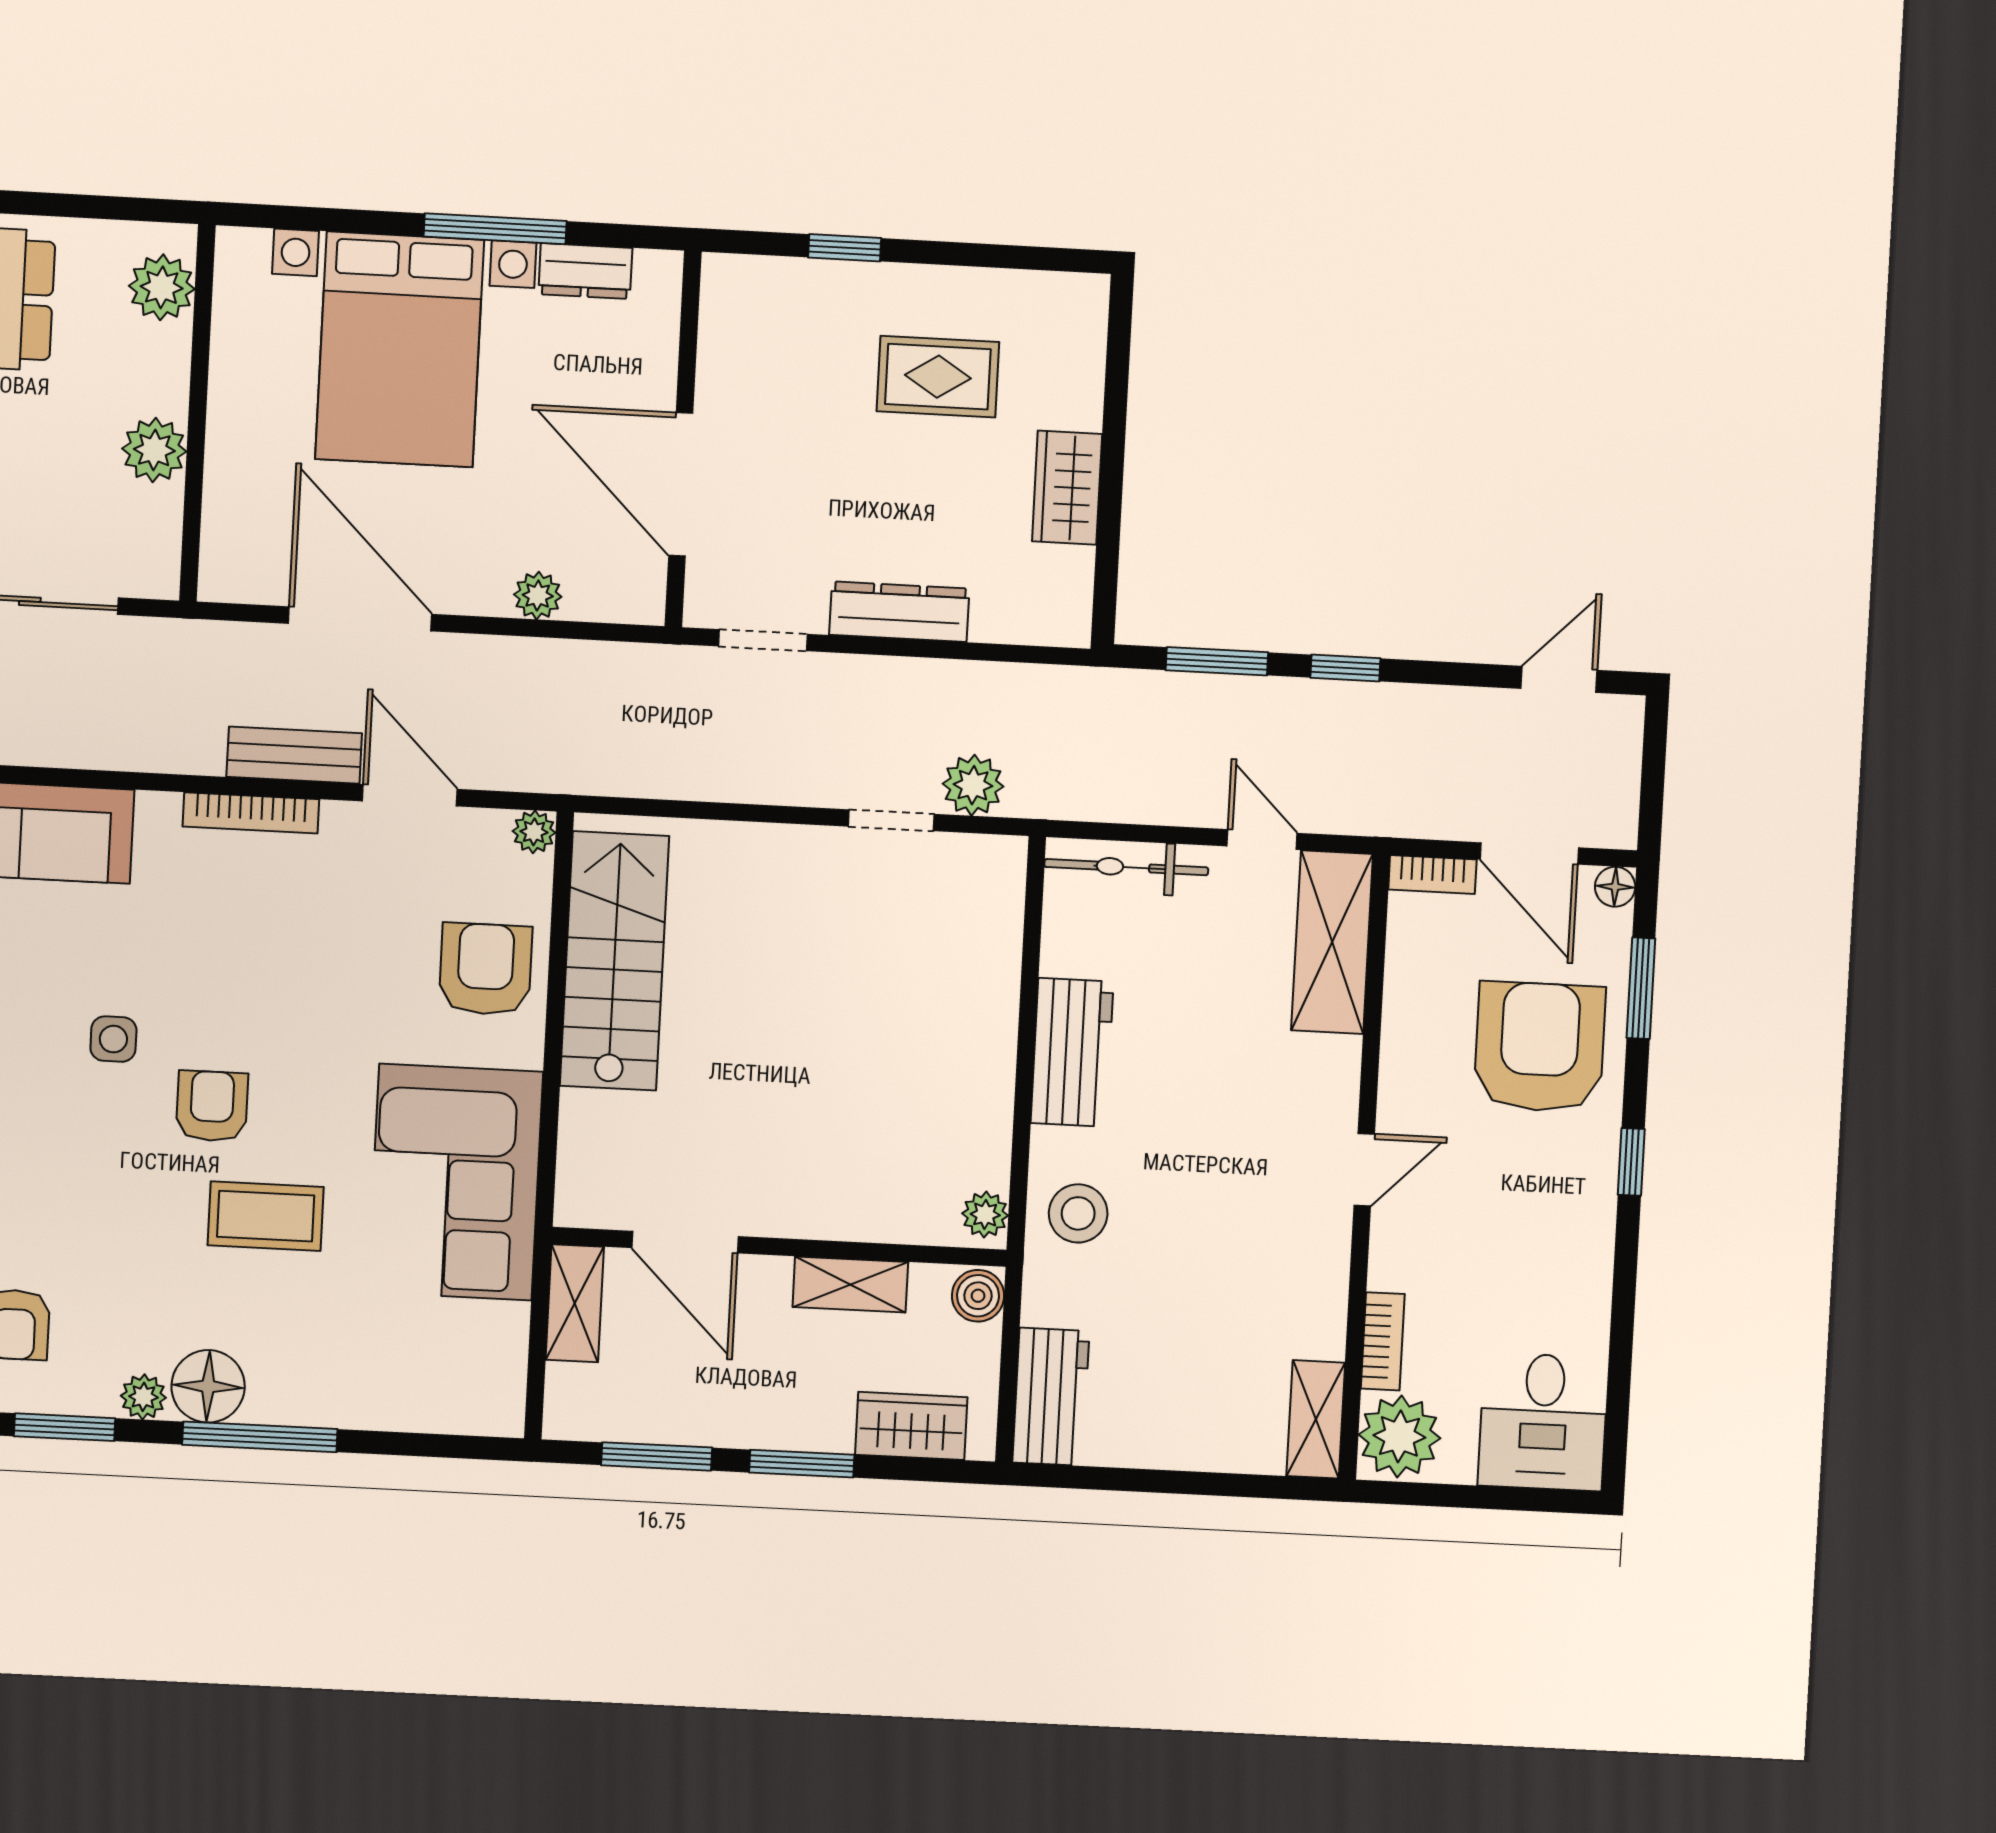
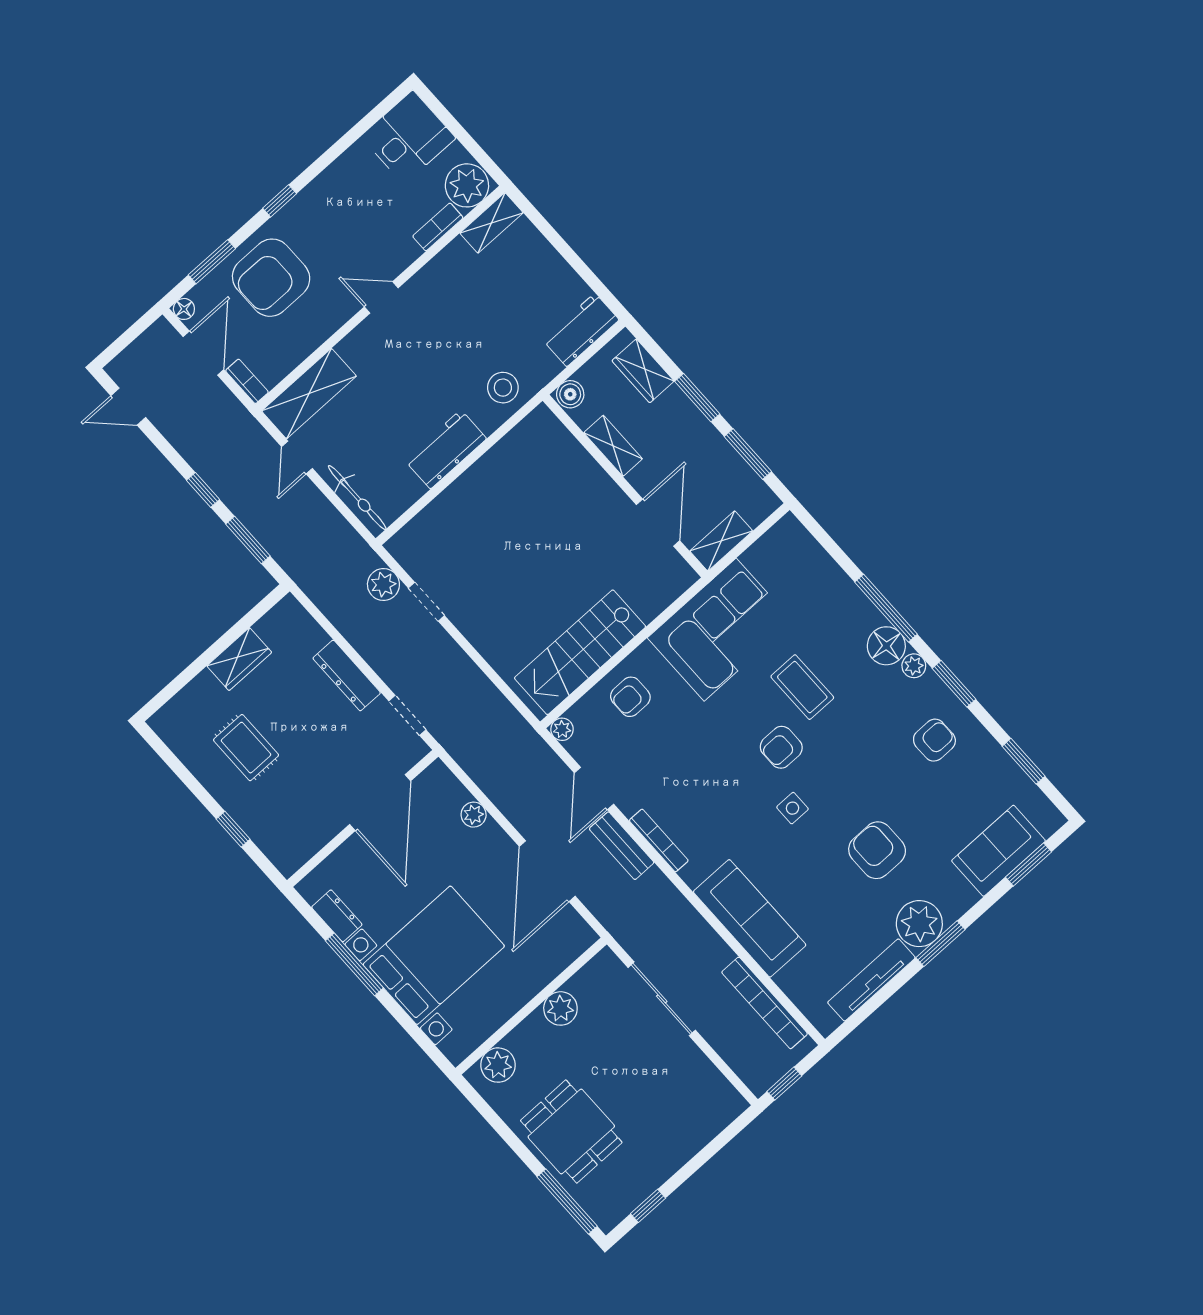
armchair: (486, 969) -> (630, 697), width x0.72, depth x0.72
plant: (985, 1215) -> (538, 422), removed

